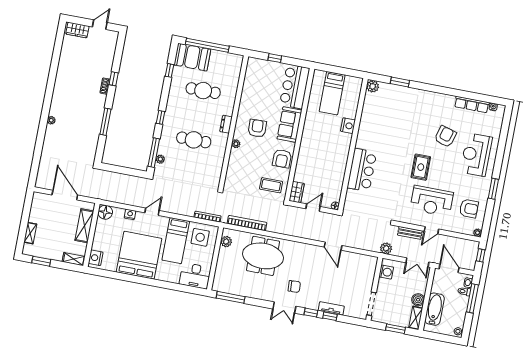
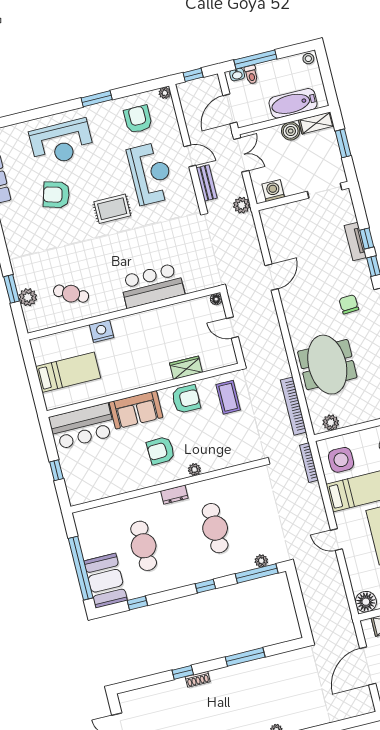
plant: (373, 86) -> (28, 297), moved
cafe table: (380, 117) -> (71, 294), added
wardrobe: (297, 192) -> (186, 368), moved
nightstand: (130, 214) -> (354, 567), removed

